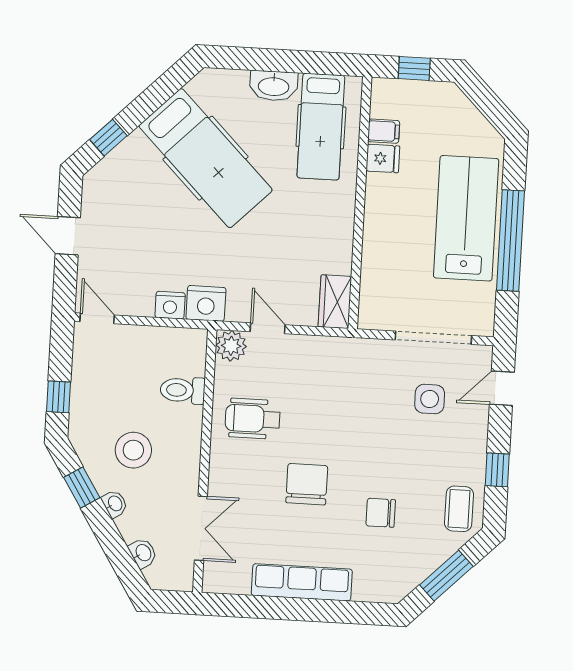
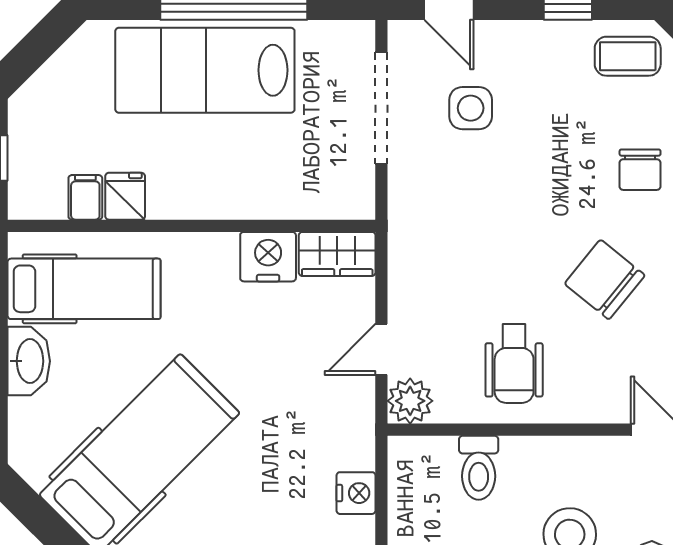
nightstand: (206, 303) -> (268, 257), moved, turned -90
chair: (307, 484) -> (605, 279), turned 39

